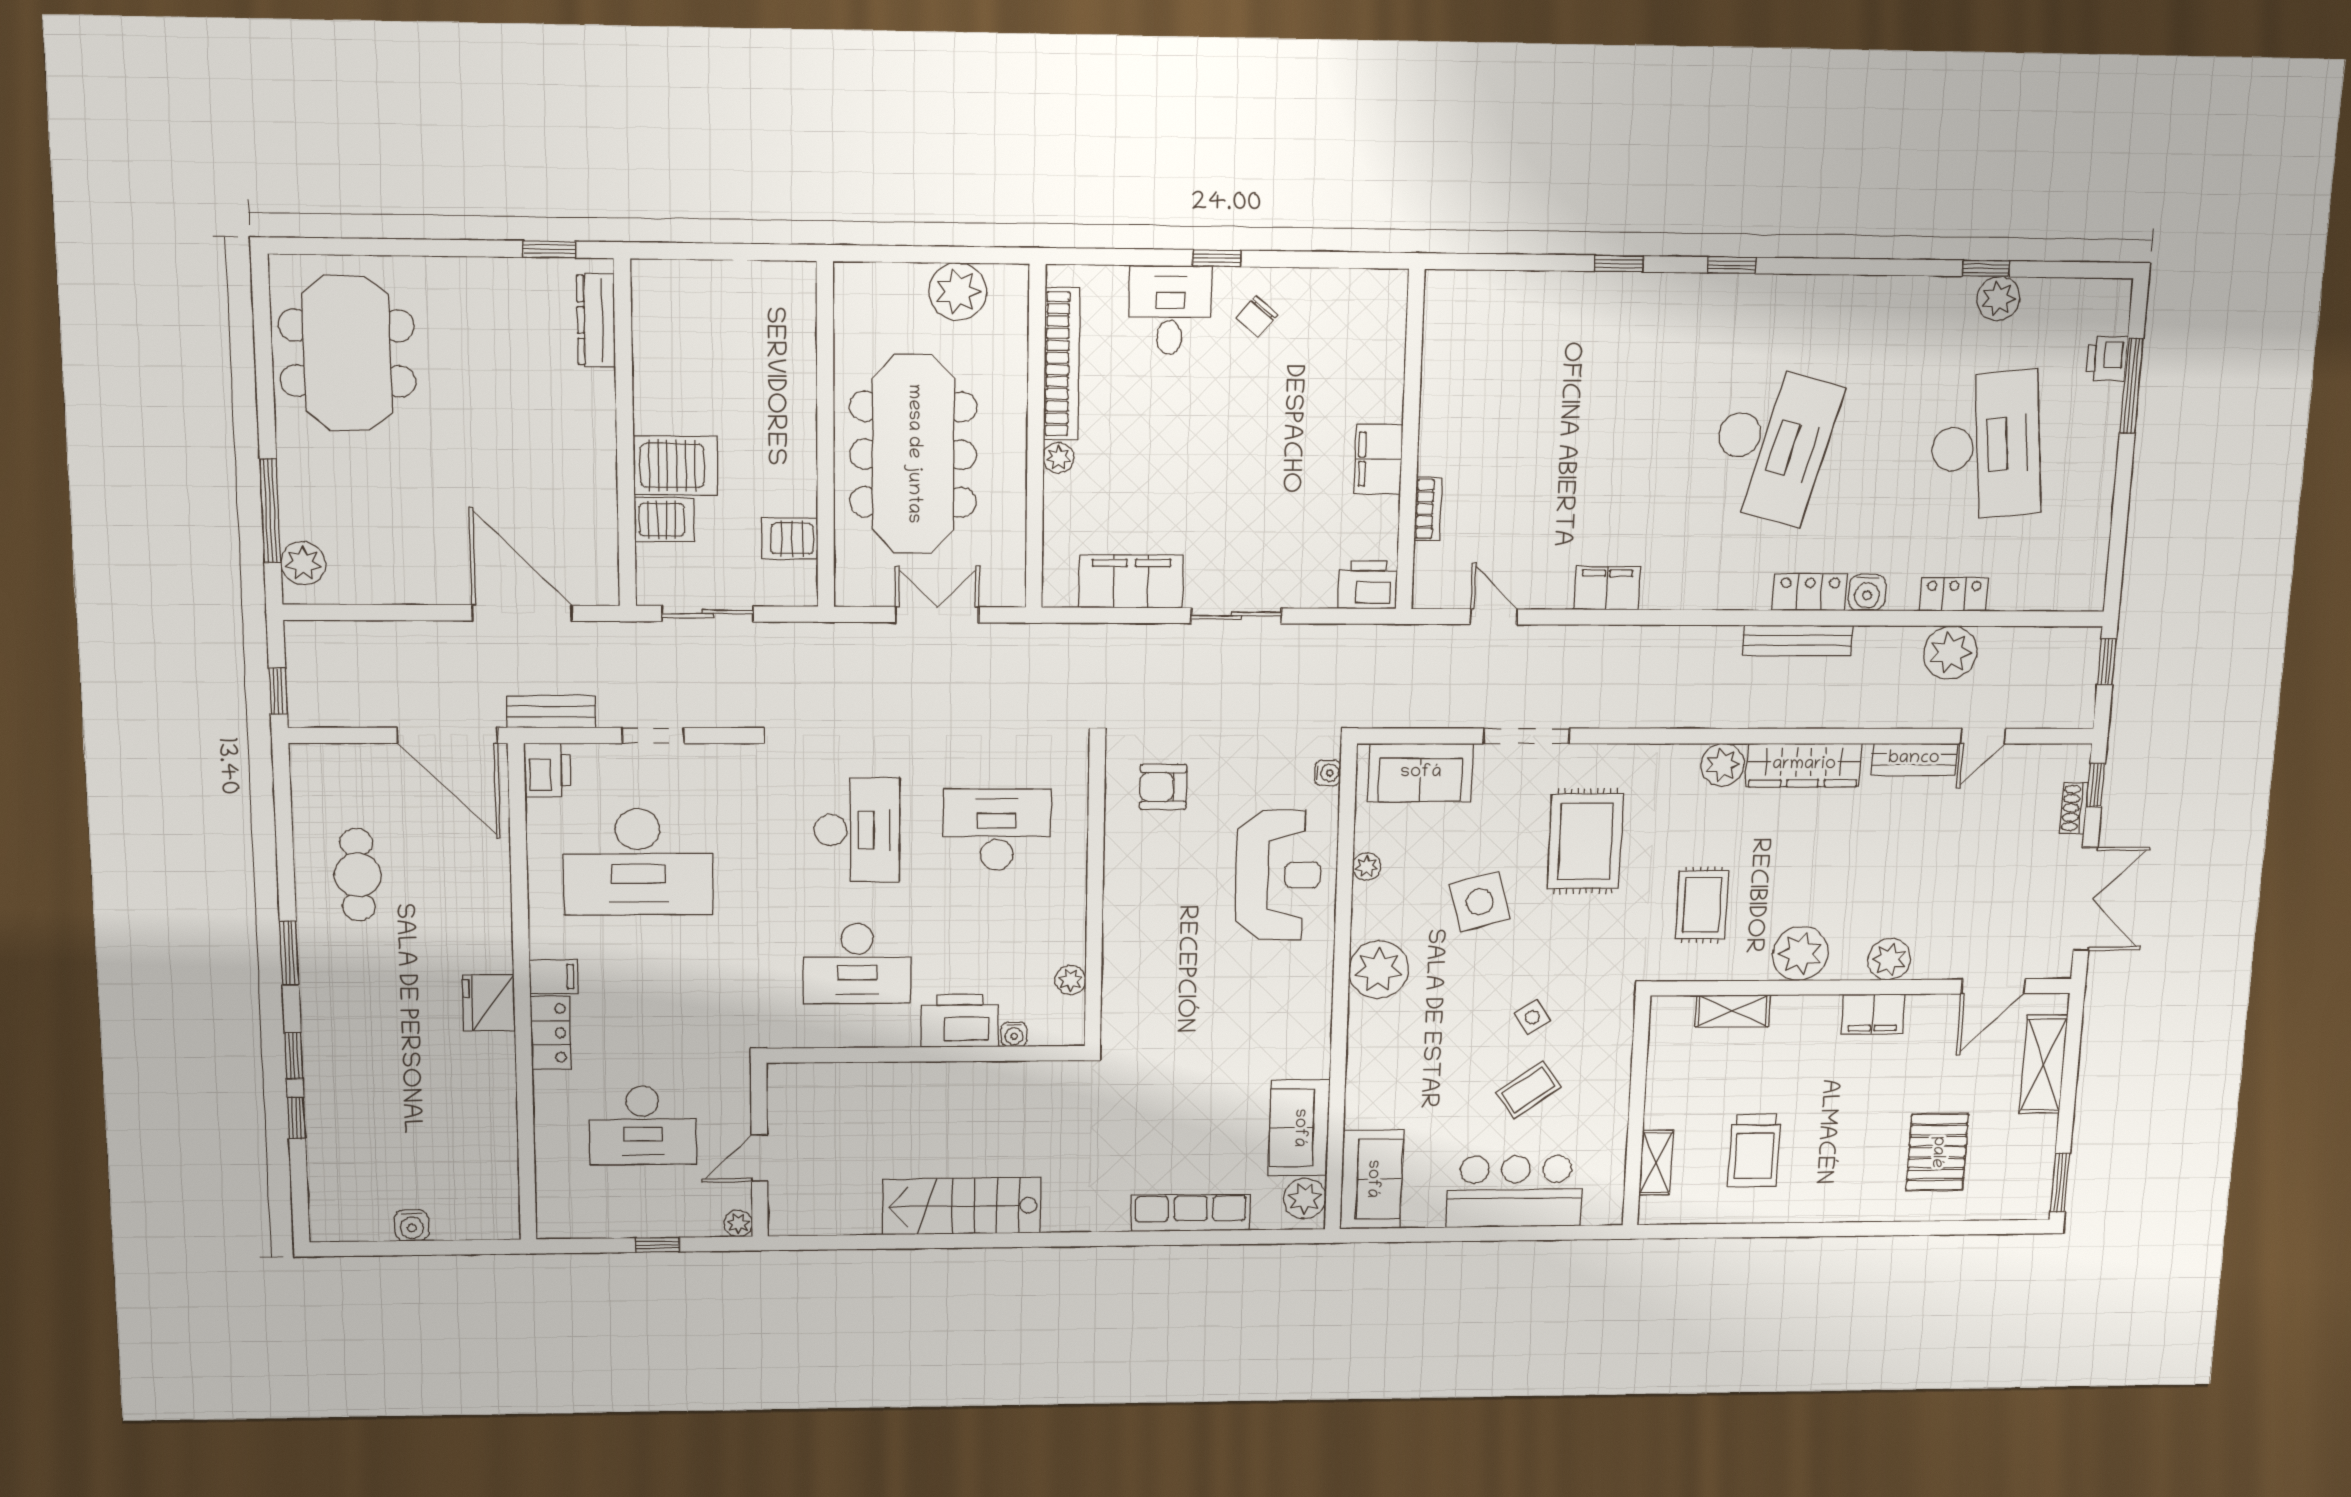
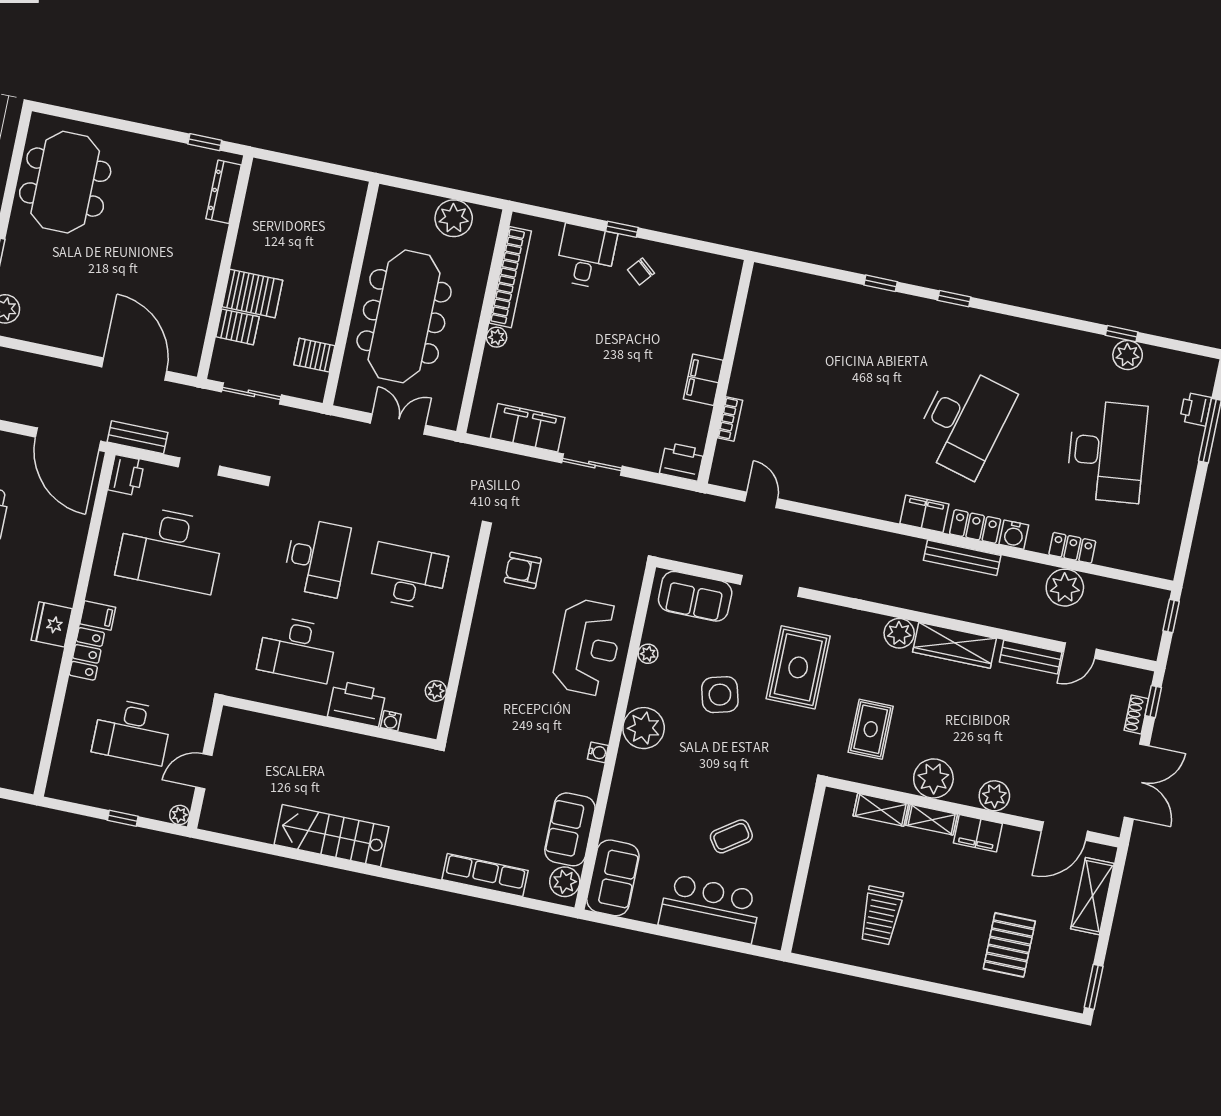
filing cabinet: (1607, 588) -> (924, 514), moved
water cooler: (1328, 773) -> (598, 752), moved
side table: (1532, 1017) -> (742, 784), removed
shelving: (1656, 1162) -> (932, 820), moved, turned 90

